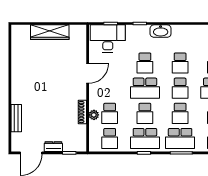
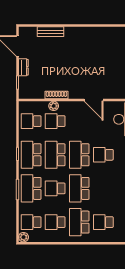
school desk: (180, 63) -> (103, 188), removed
school desk: (180, 88) -> (79, 188), width x1.85
school desk: (145, 113) -> (55, 155), width x1.85

